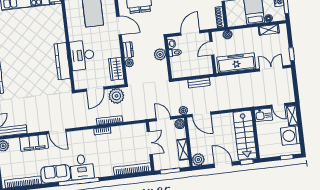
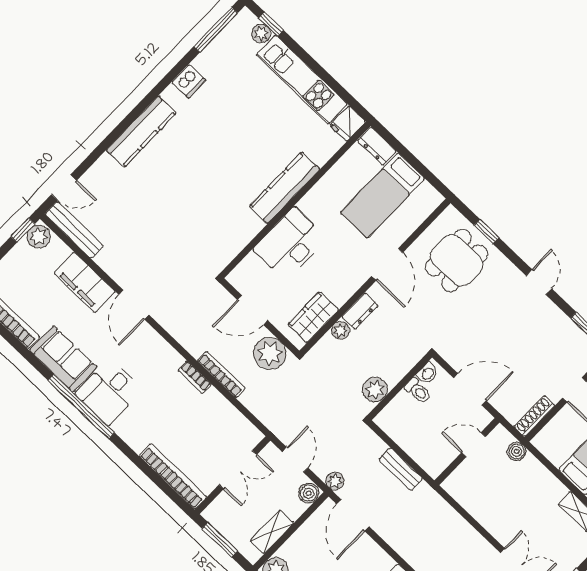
plant: (160, 54) -> (375, 390), moved
kitchen counter: (62, 61) -> (285, 188), moved
freezer: (236, 63) -> (482, 503), removed

